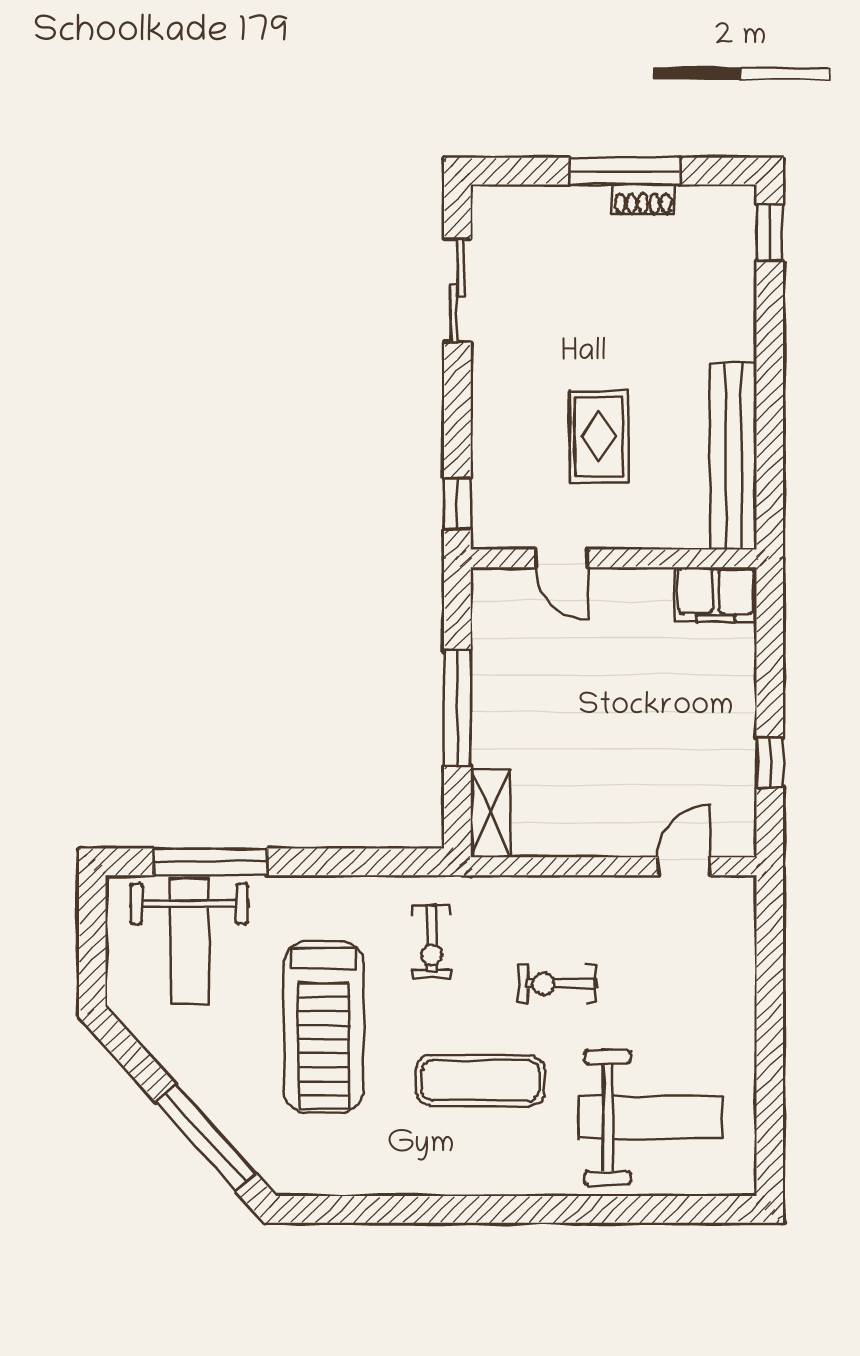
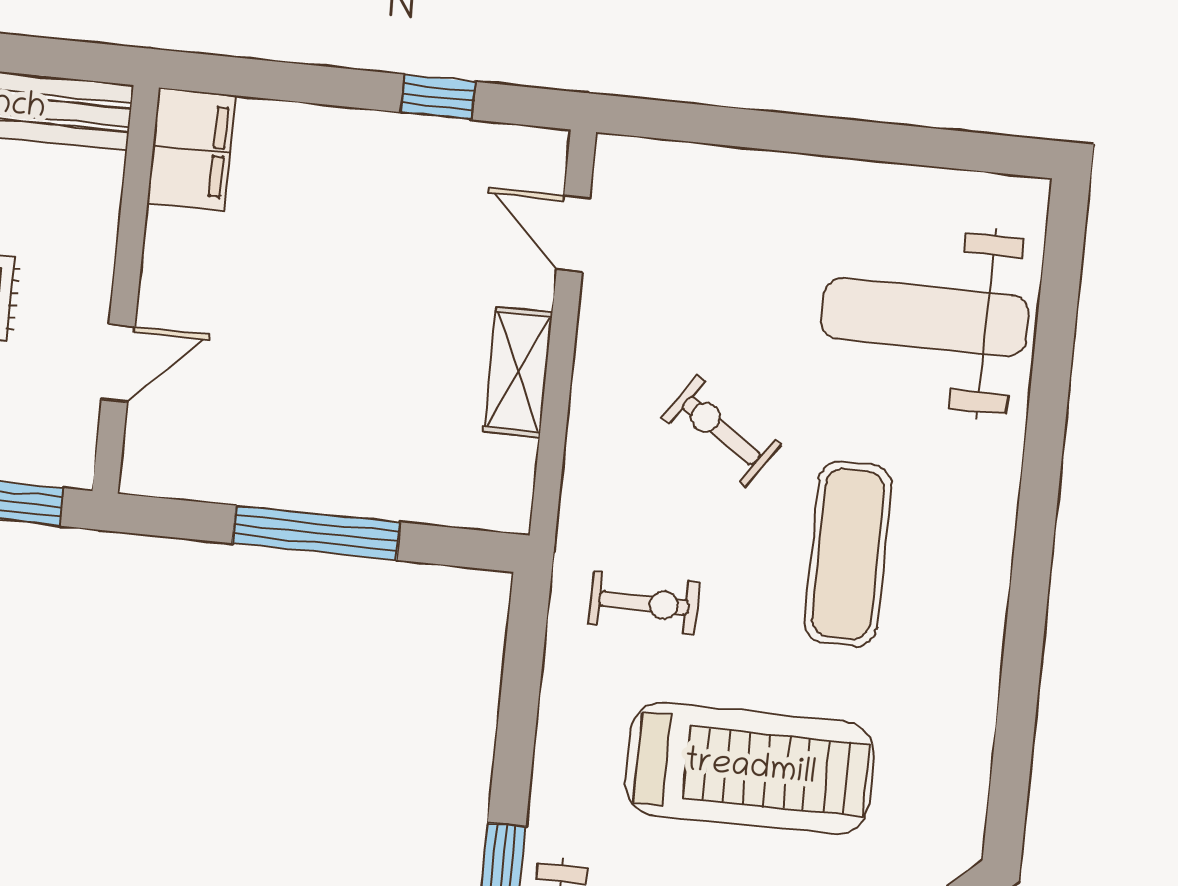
shelving: (490, 813) -> (518, 372), moved, turned 90
exercise bike: (557, 984) -> (721, 431), turned 124
weight bench: (651, 1117) -> (925, 317), turned -90

